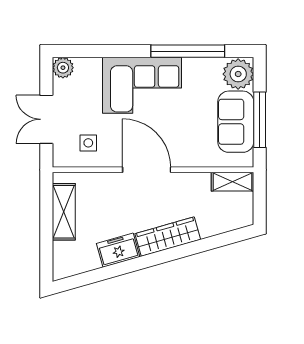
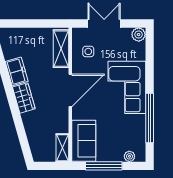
plant: (238, 74) -> (129, 156), width x0.53, depth x0.53
sofa: (236, 122) -> (84, 141), moved, turned 90
shelving: (64, 212) -> (61, 49), moved, turned 90
wardrobe: (168, 237) -> (24, 98), width x0.67

